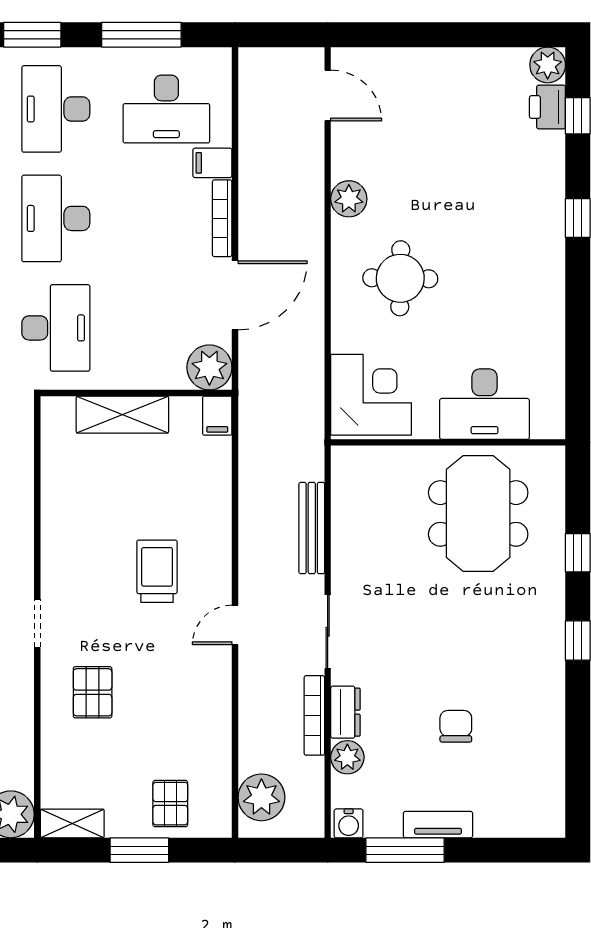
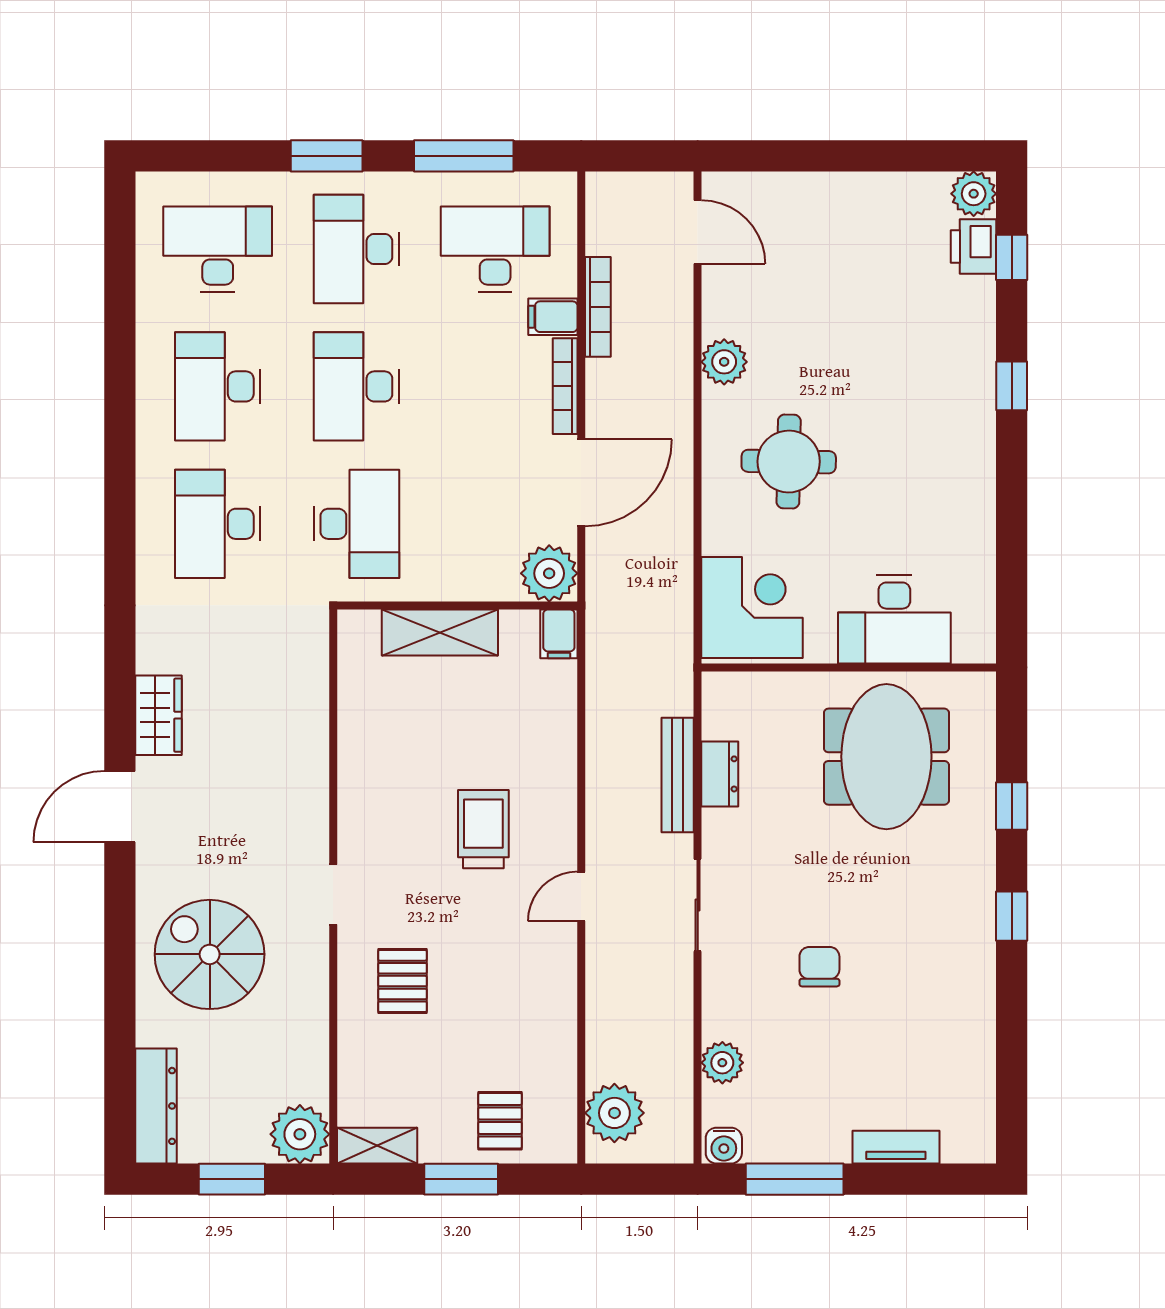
desk: (166, 109) -> (495, 249), turned 180
dresser: (345, 712) -> (720, 774), moved
bookcase: (314, 715) -> (598, 307), moved, turned 180
chair: (456, 726) -> (819, 967), moved
tv unit: (438, 825) -> (896, 1147), moved

